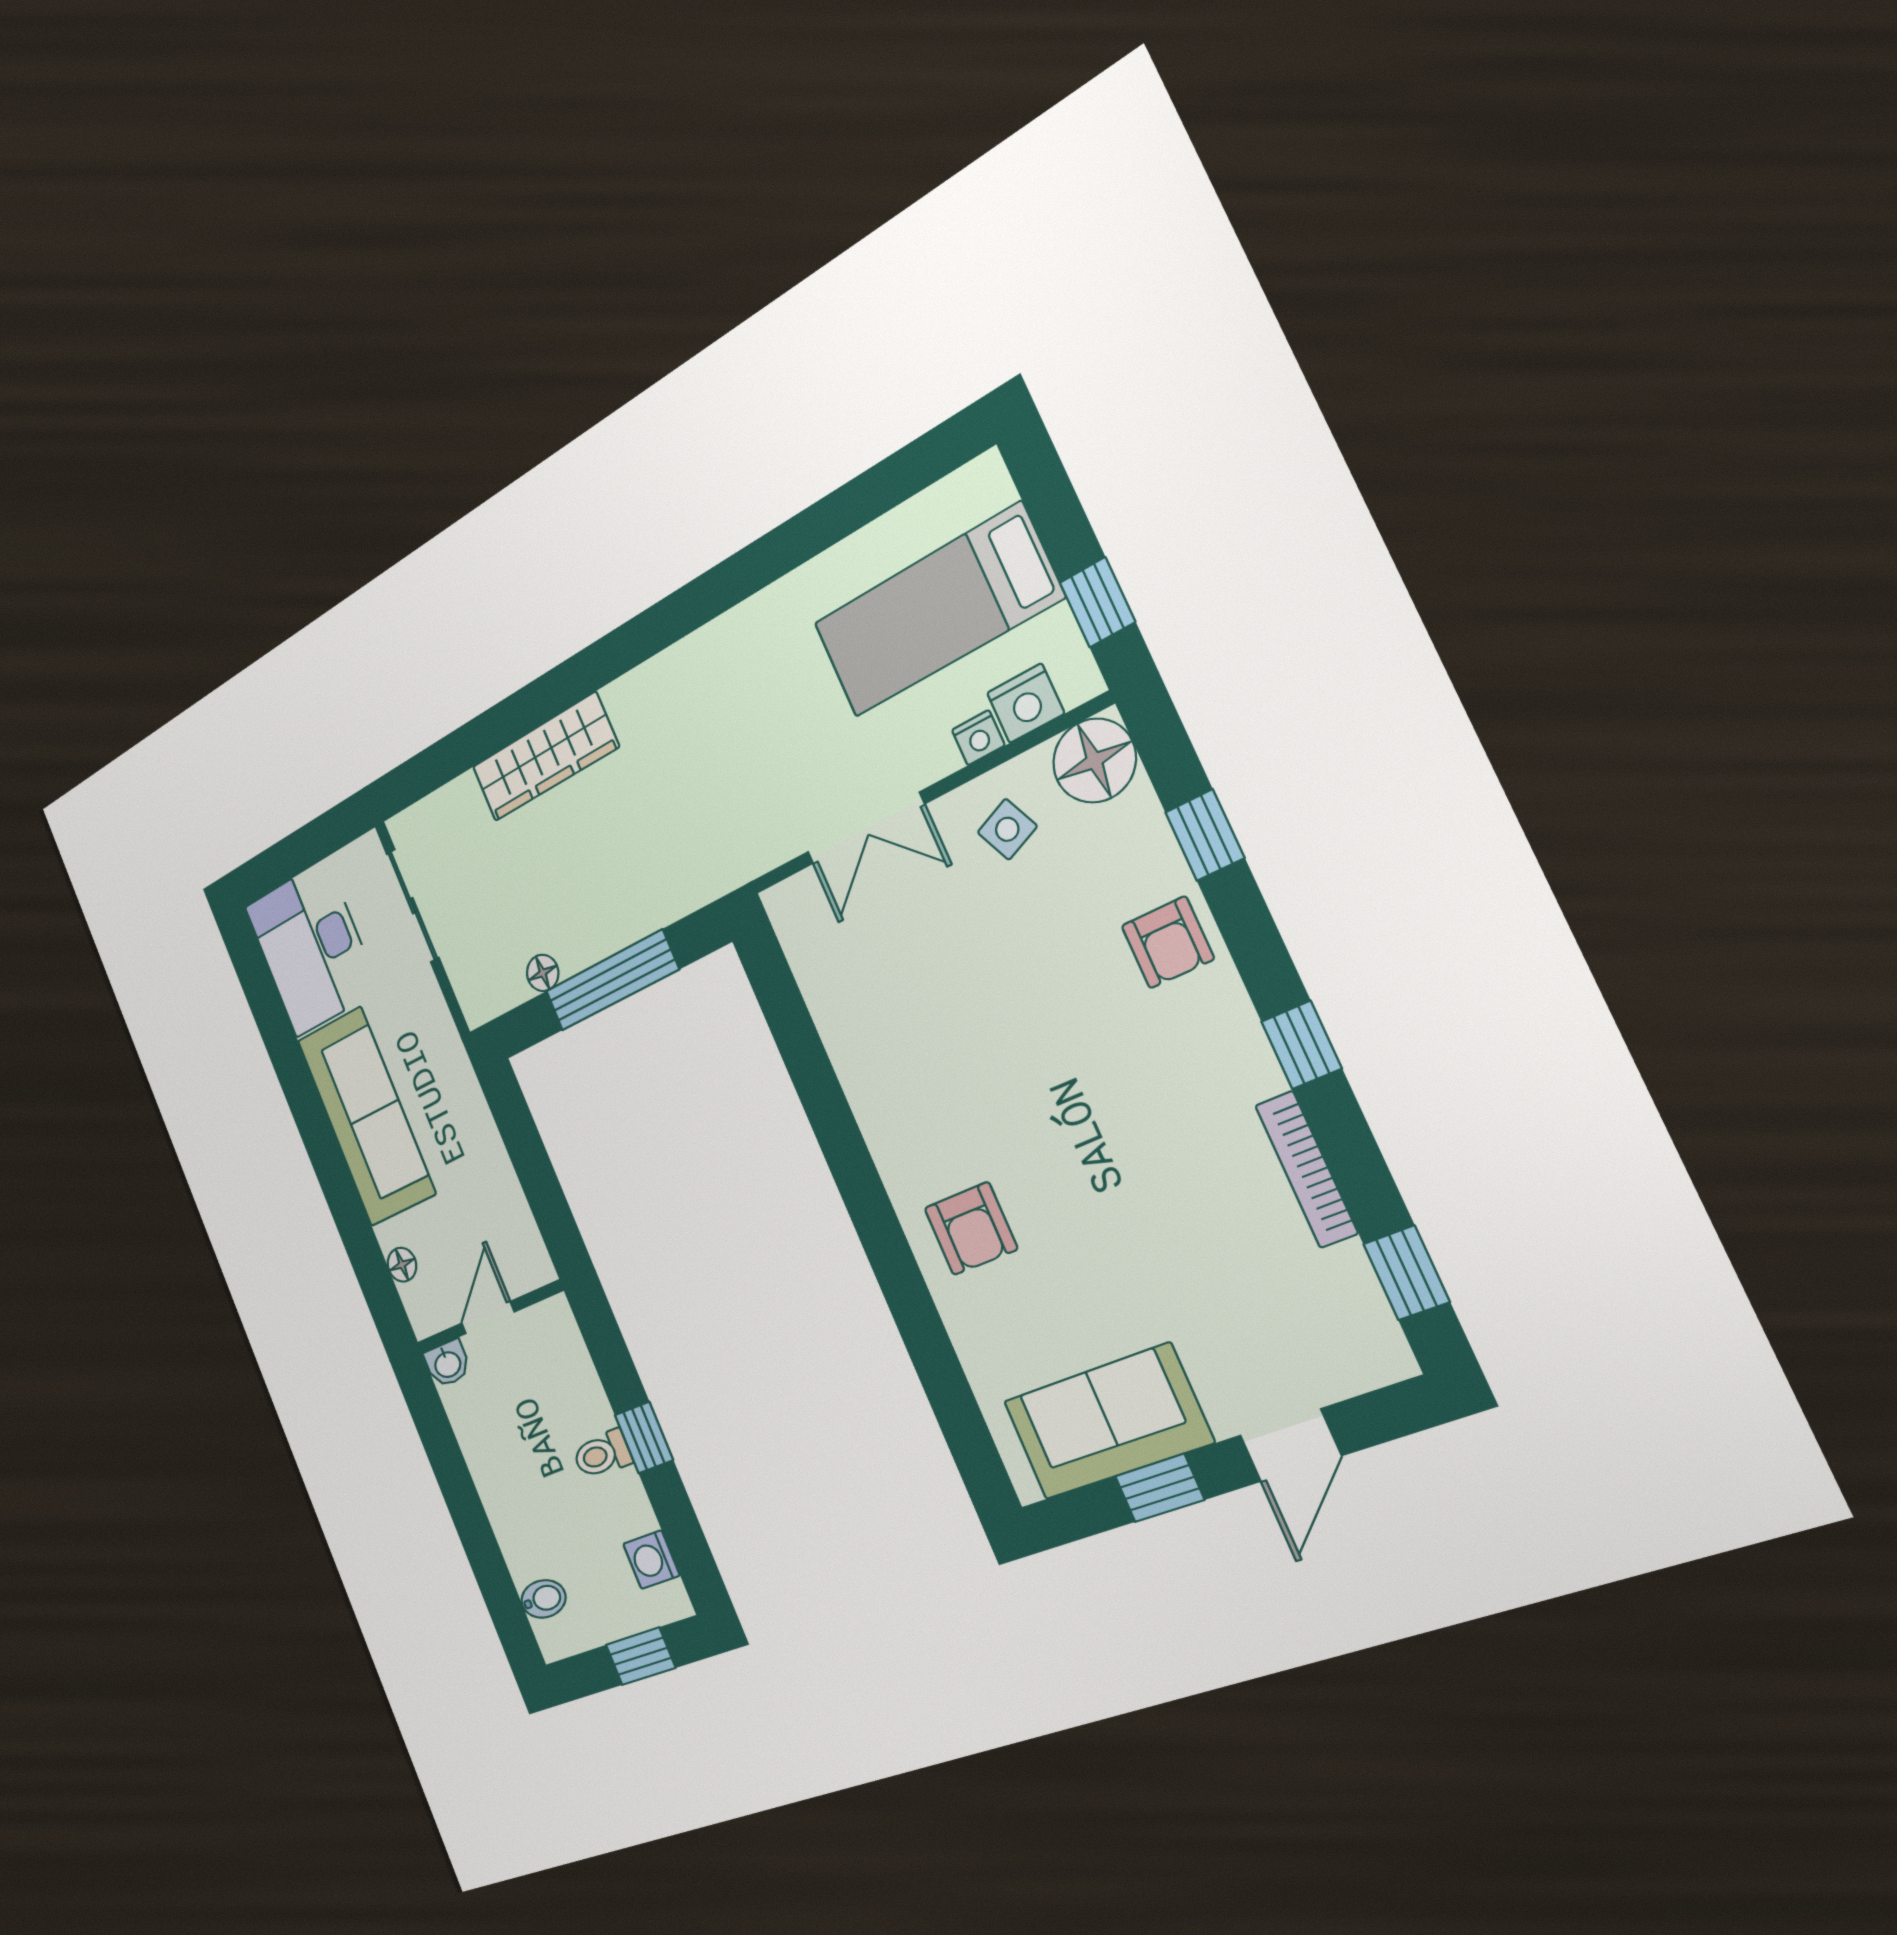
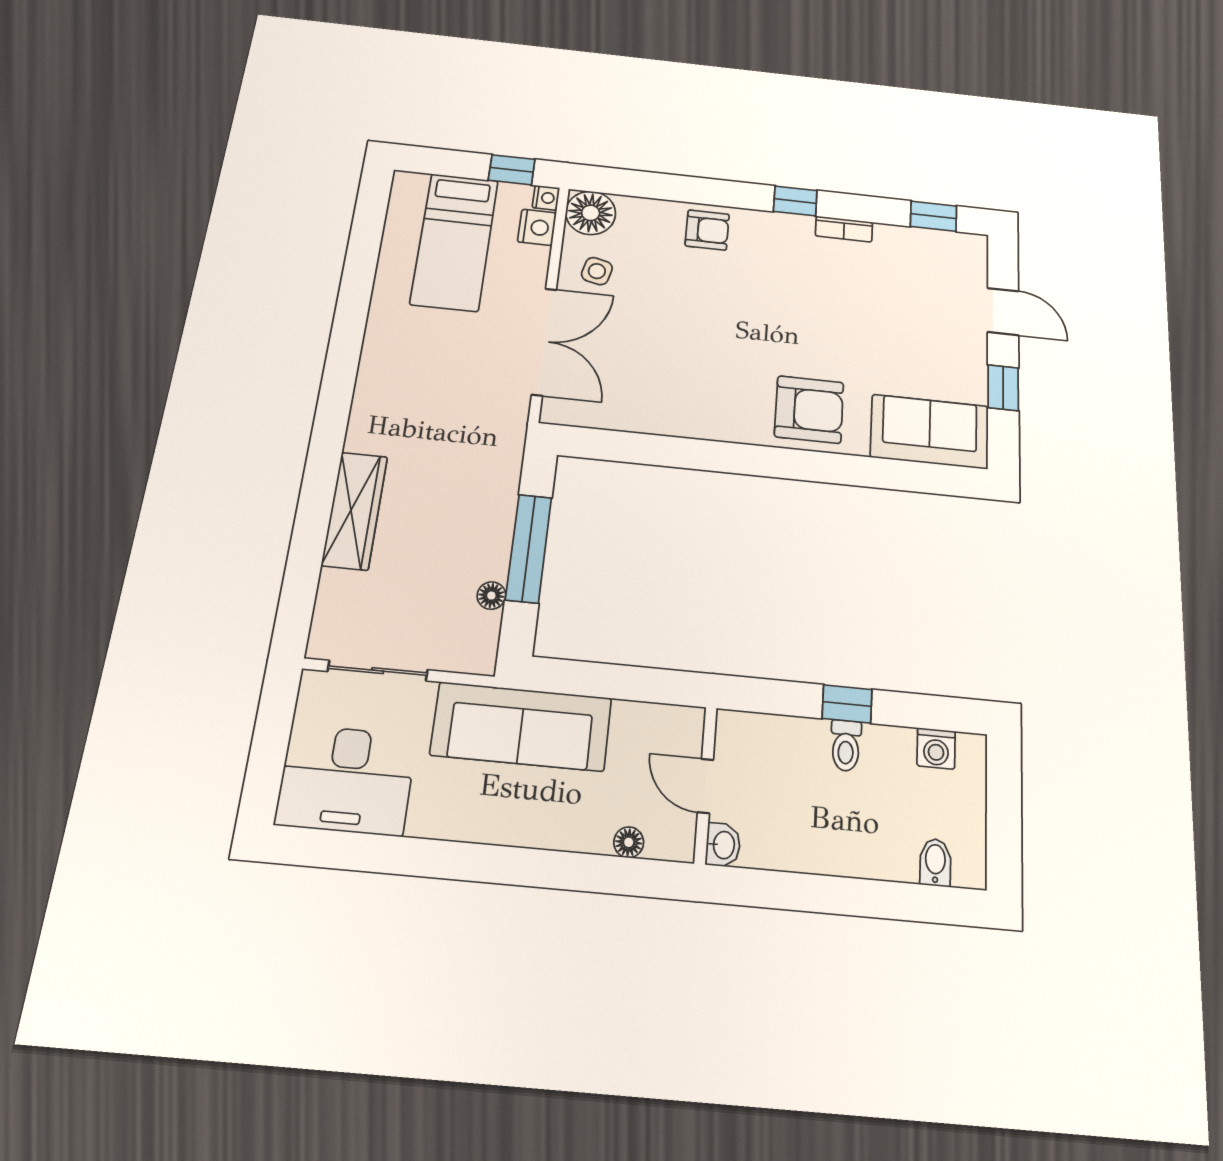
nightstand: (978, 738) -> (546, 198), moved
double door: (866, 828) -> (544, 342), width x1.37
side table: (1007, 829) -> (597, 271), turned 38
window: (1205, 835) -> (663, 186), removed
sofa: (366, 1116) -> (521, 726), moved, turned 180
bookcase: (1306, 1169) -> (844, 229), width x0.64
armchair: (971, 1229) -> (809, 410), width x1.38, depth x1.38
sofa: (1107, 1422) -> (930, 432), moved, turned 90
window: (641, 1656) -> (1004, 799), removed

